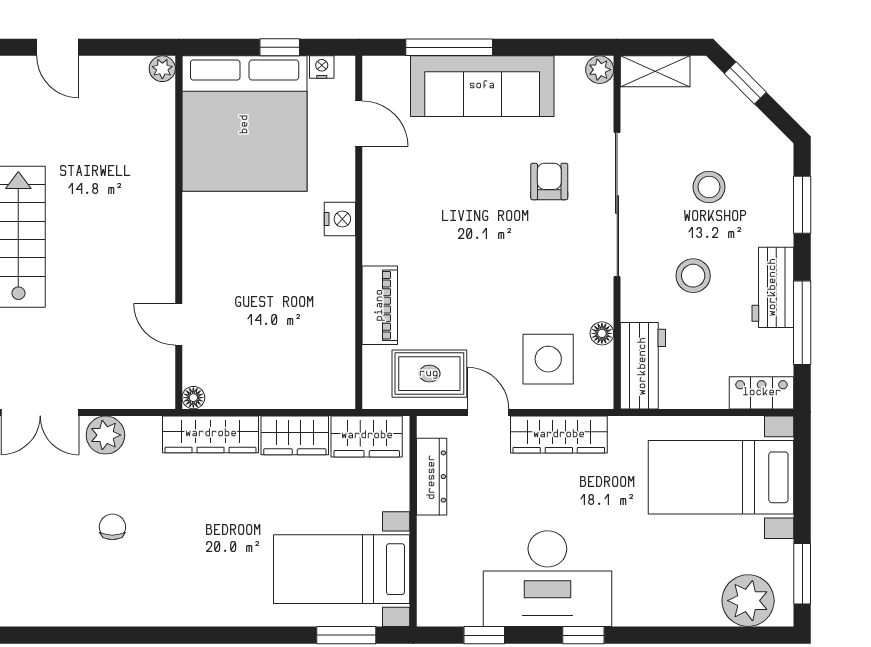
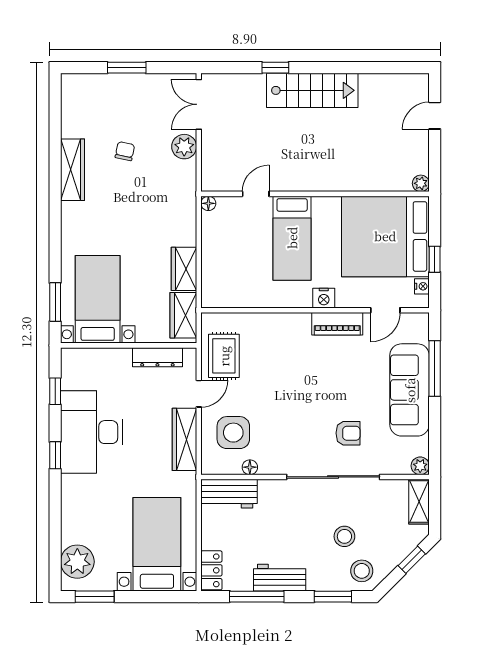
bed: (247, 268) -> (292, 238), added
stool: (693, 276) -> (362, 571), moved
piano: (380, 305) -> (337, 324), moved
wardrobe: (211, 434) -> (72, 170), moved, turned 180
chair: (112, 527) -> (125, 151), turned -78

